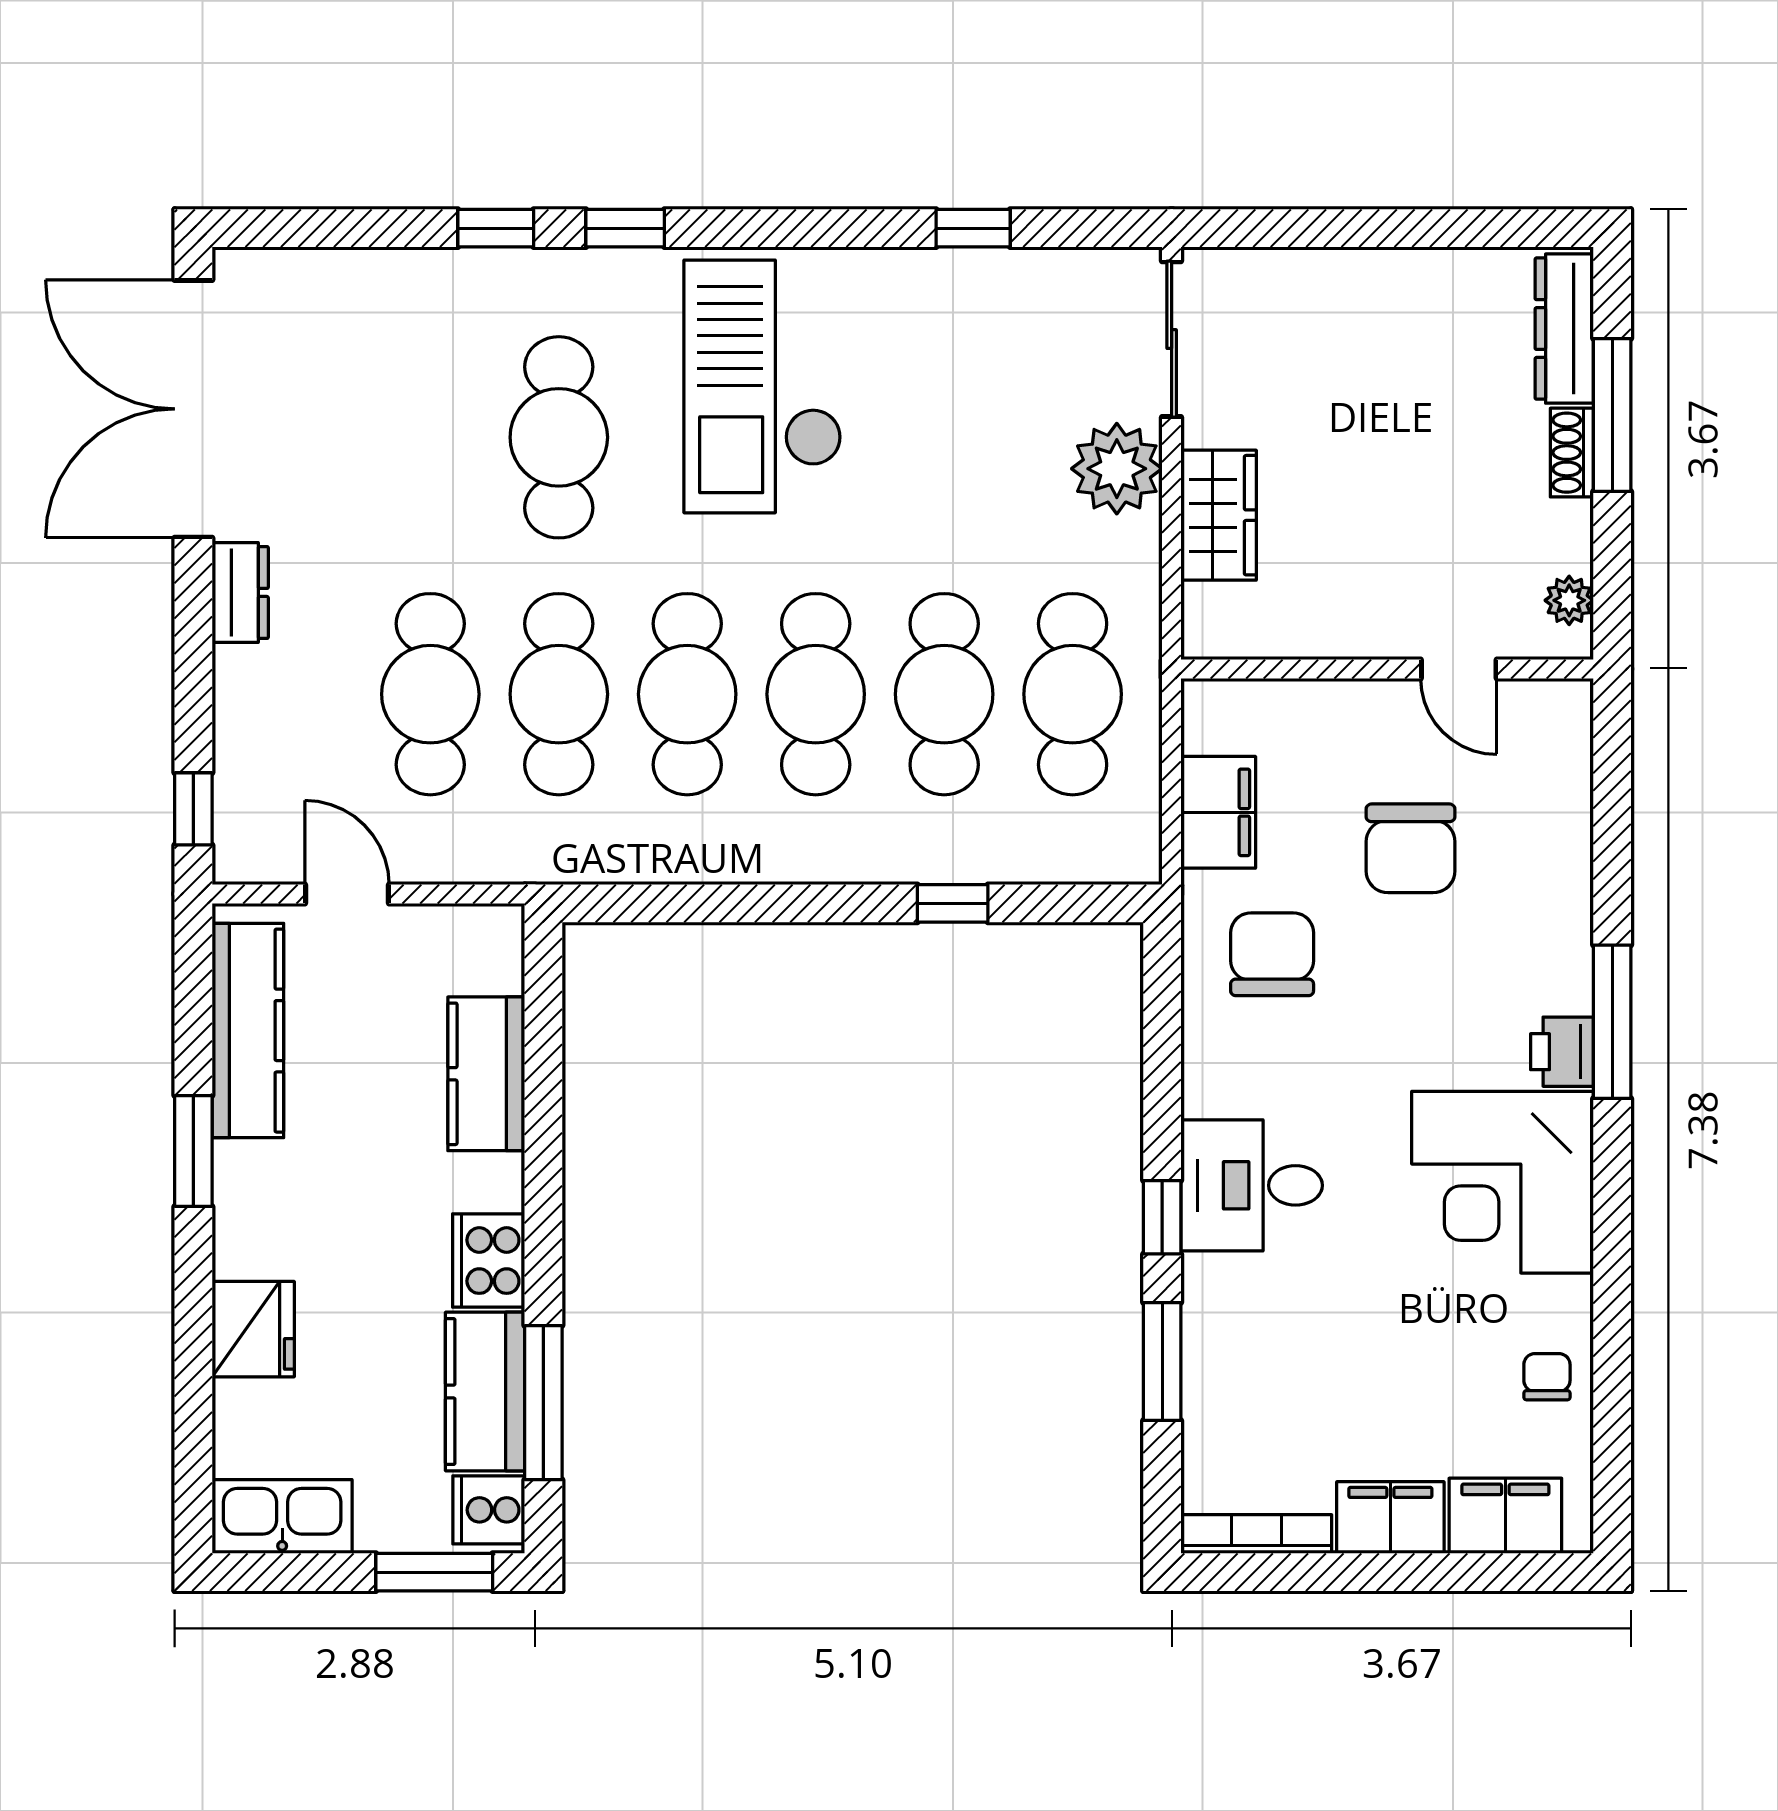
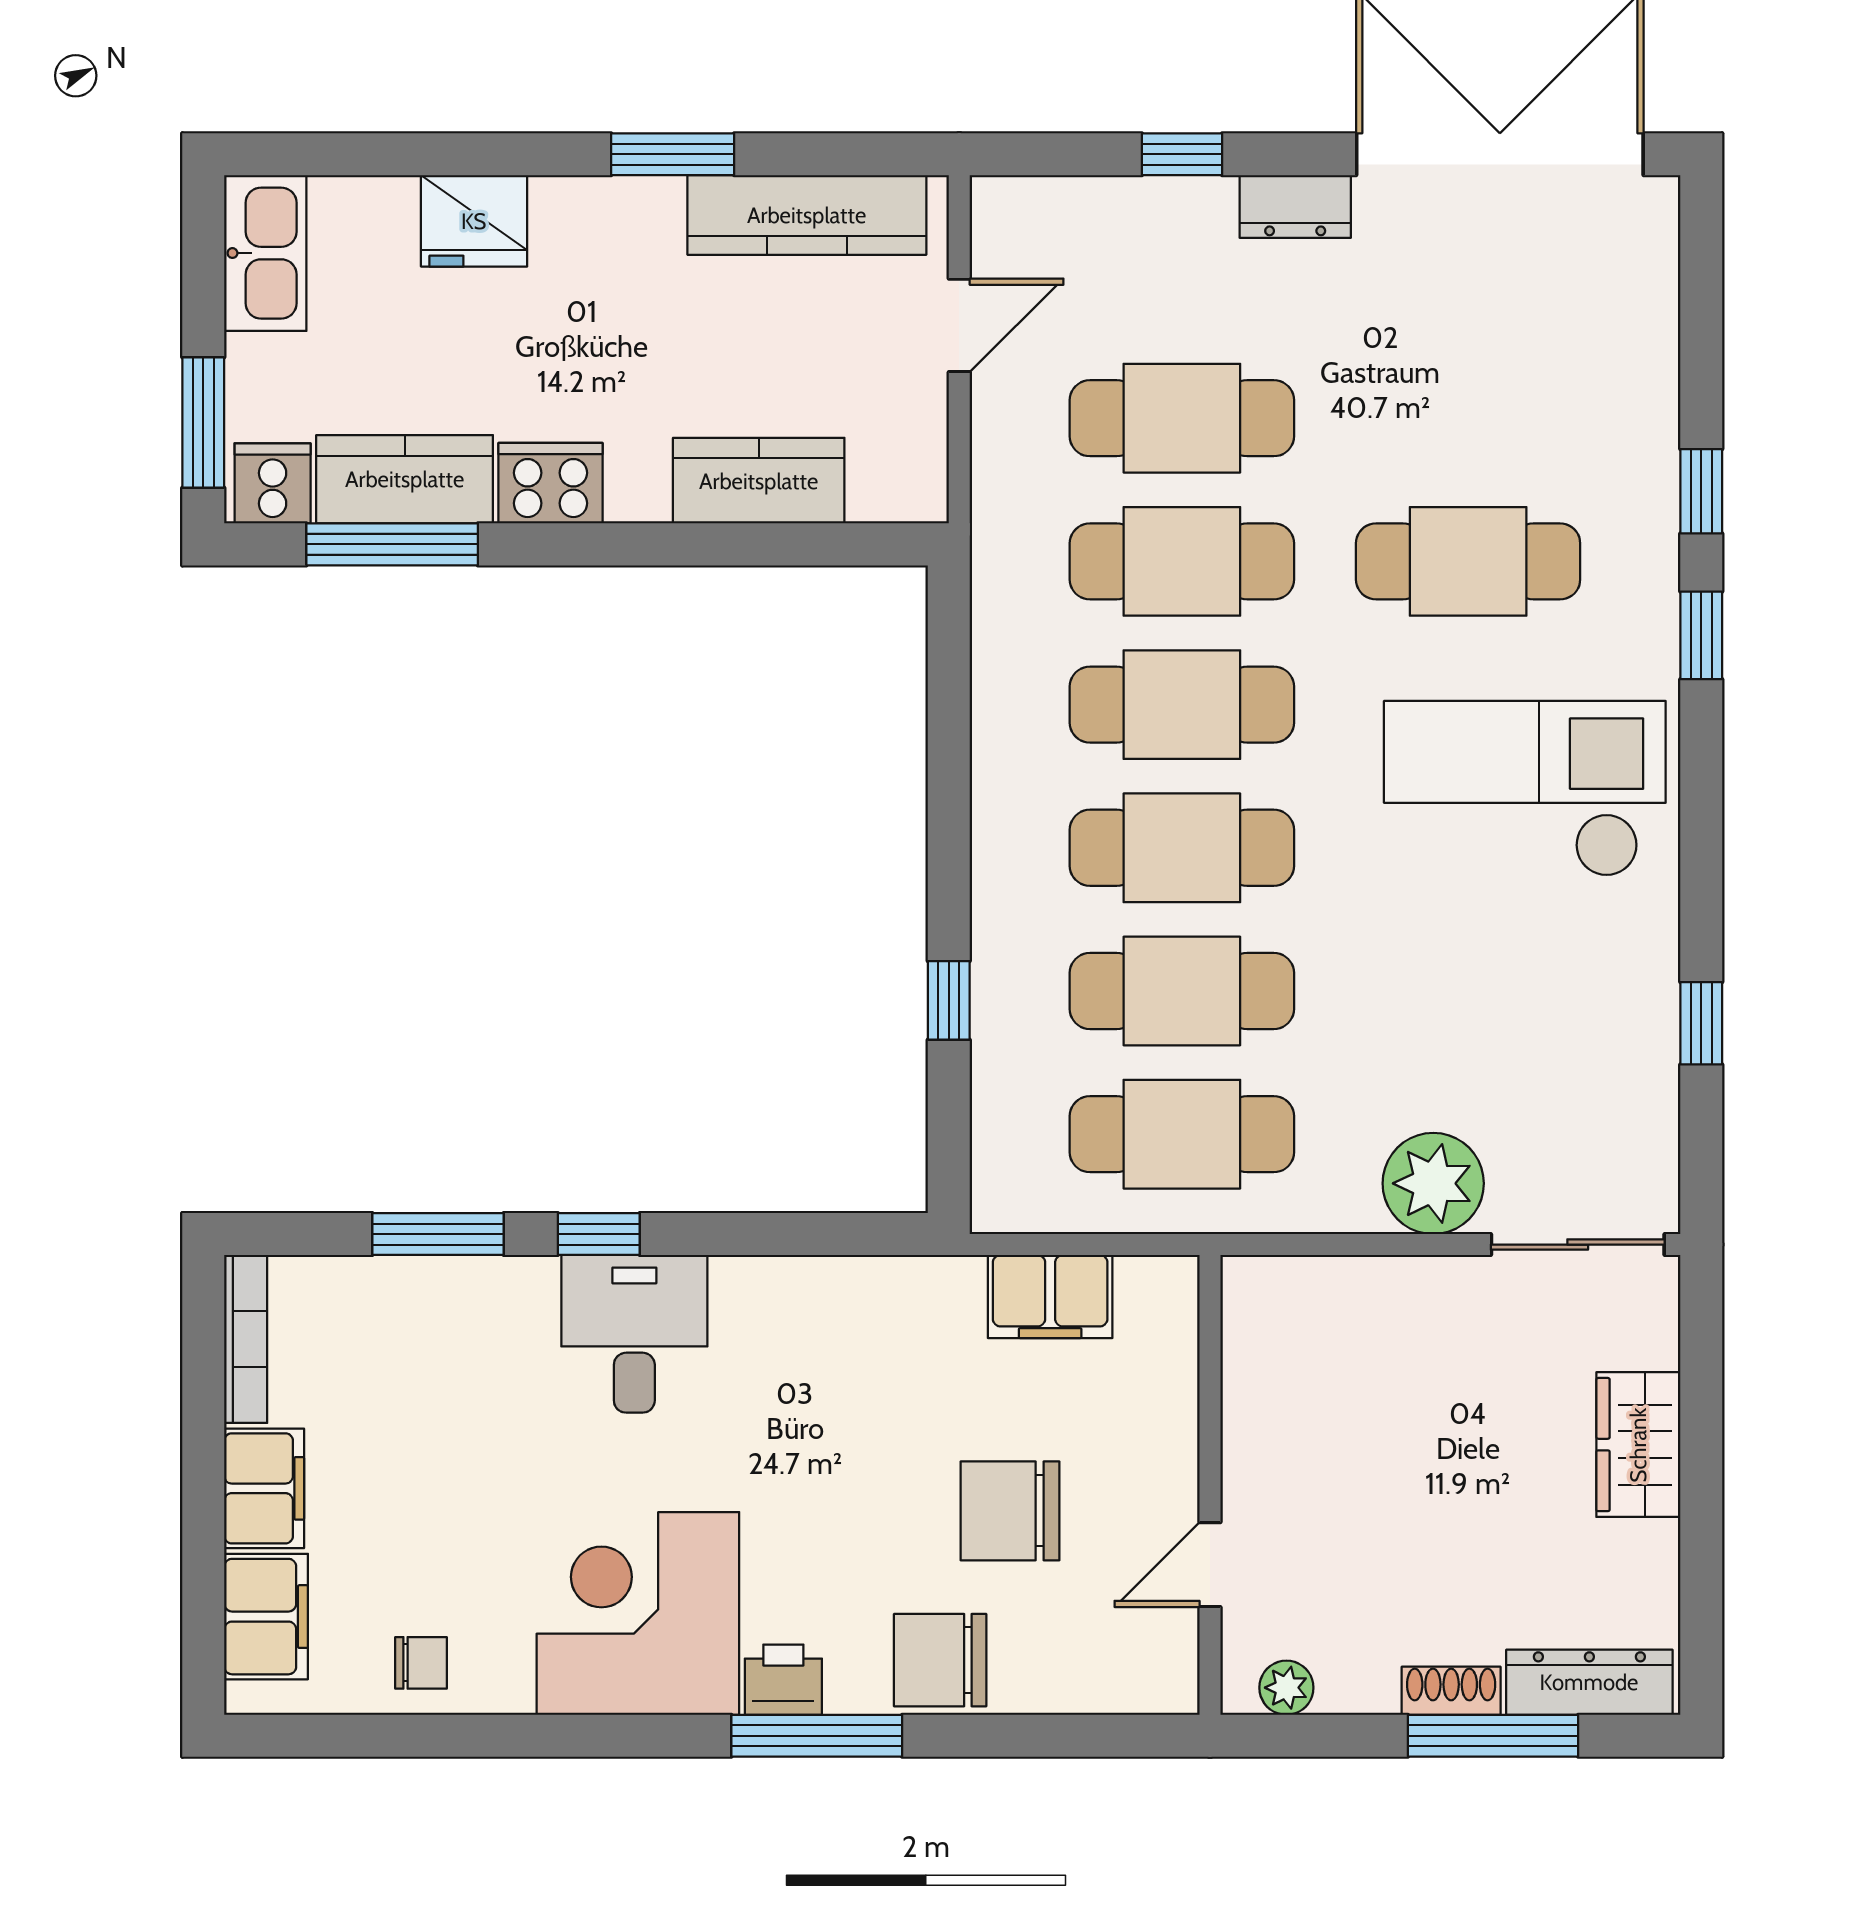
wardrobe: (1219, 515) -> (1638, 1445), moved, turned 90
window: (193, 809) -> (1182, 154), moved
chair: (1272, 954) -> (940, 1660), moved, turned 180

